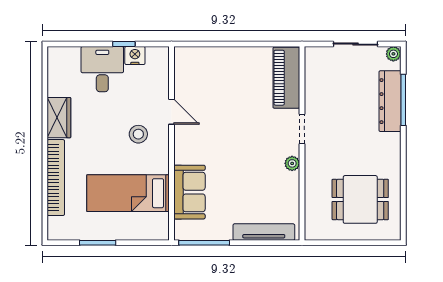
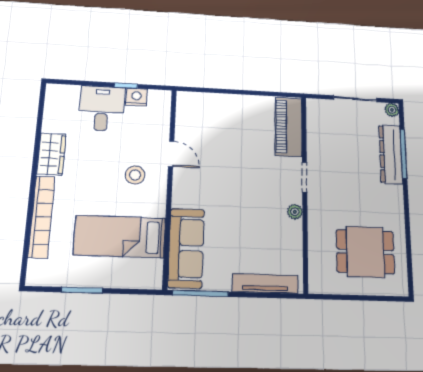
sofa: (189, 192) -> (186, 248), width x1.36

